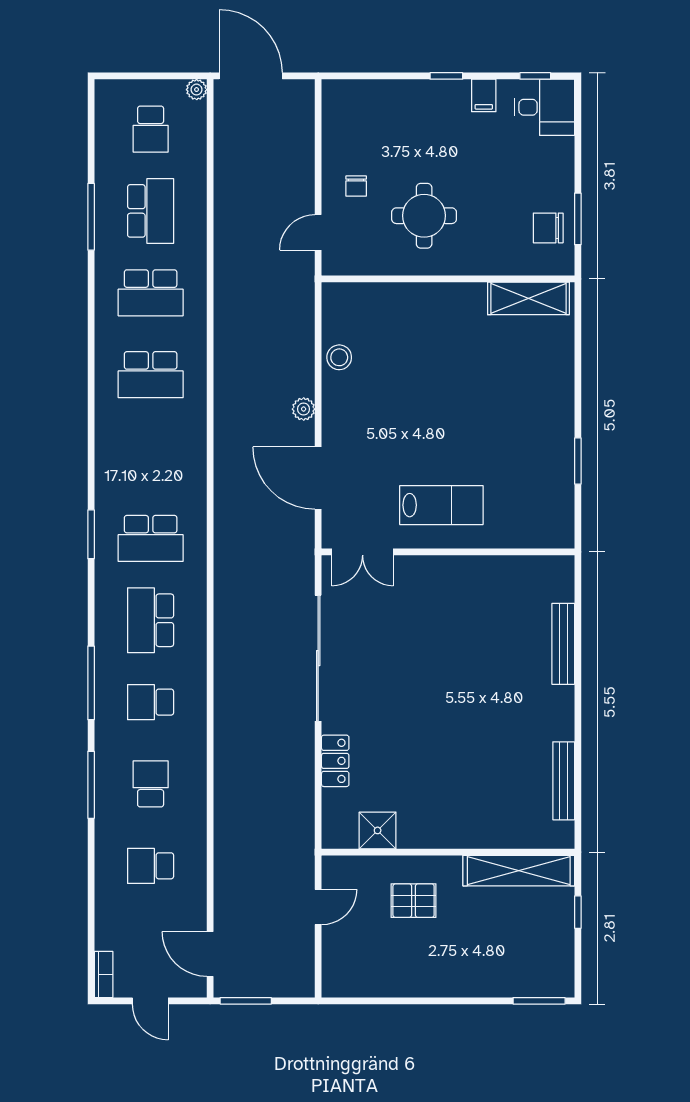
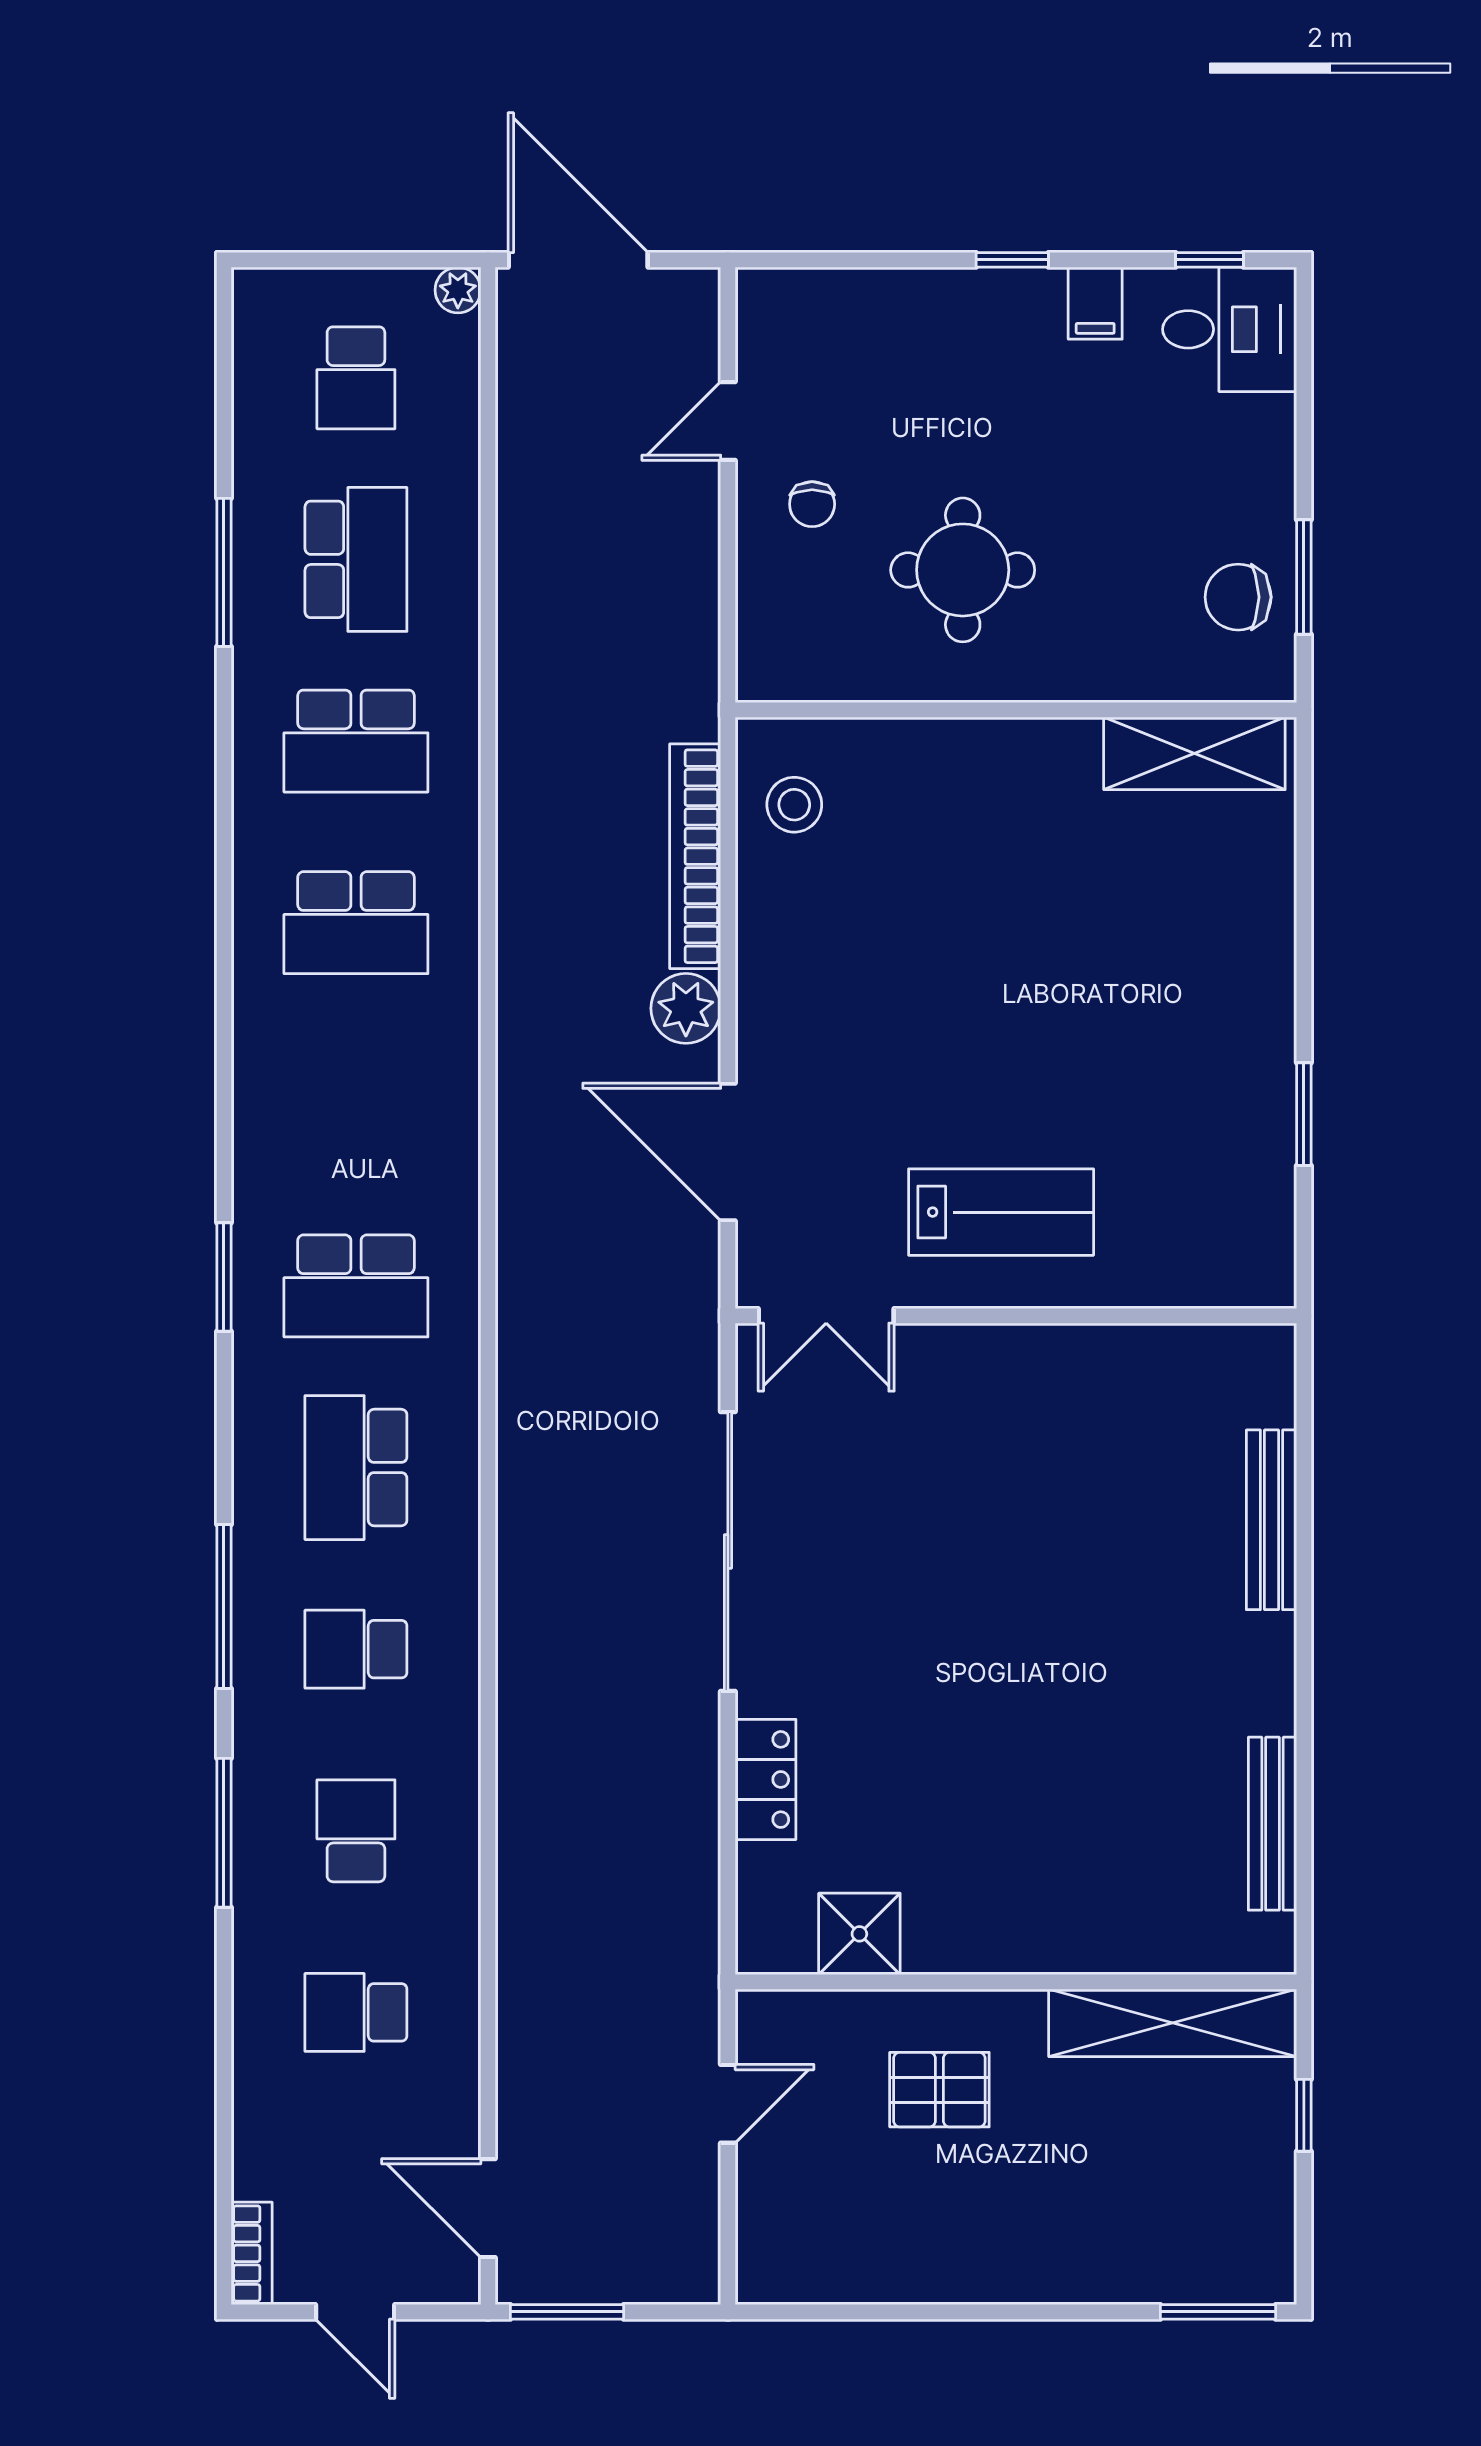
door: (318, 232) -> (728, 421), moved
bookcase: (303, 345) -> (695, 856), added
stool: (339, 357) -> (794, 805), moved
plant: (304, 409) -> (686, 1008), width x1.38, depth x1.38

